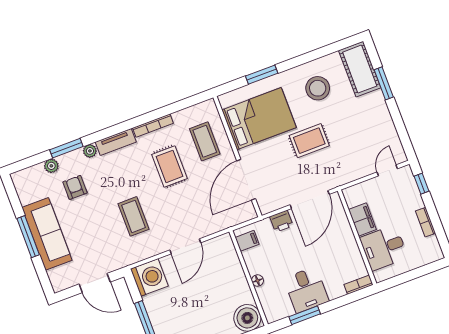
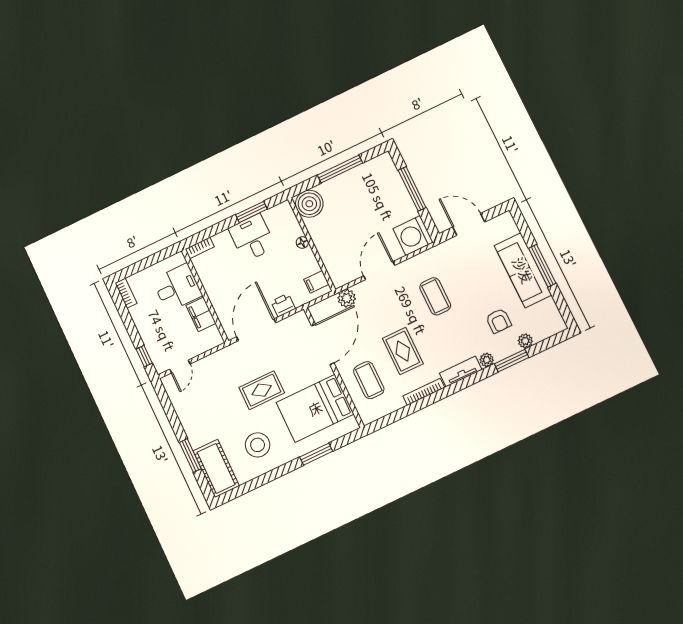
plant: (219, 222) -> (347, 298), added
bookcase: (425, 222) -> (126, 293), moved

